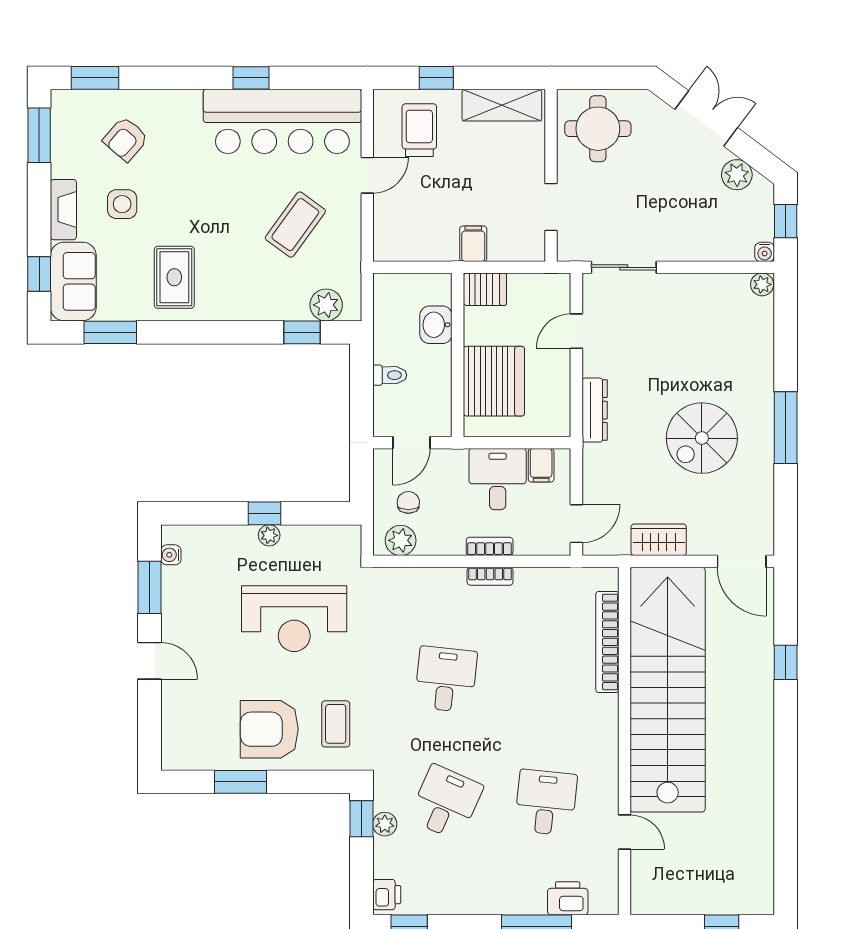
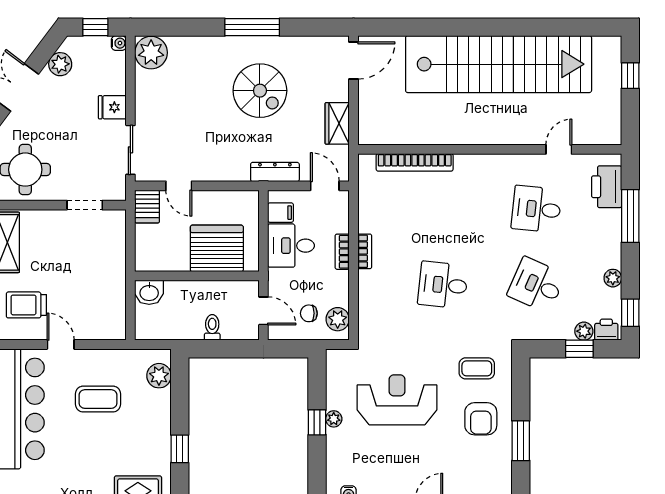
coffee table: (295, 225) -> (98, 399), turned -36
fridge: (680, 243) -> (112, 107), added
filing cabinet: (473, 244) -> (113, 264), removed
plant: (762, 284) -> (151, 53), width x1.87, depth x1.87
server rack: (485, 289) -> (147, 206), moved, turned 180
washbasin: (436, 325) -> (149, 292), moved
window: (302, 332) -> (180, 449), moved
dresser: (595, 410) -> (275, 172), moved
reception desk: (294, 619) -> (397, 400), turned -90
window: (786, 662) -> (430, 27), removed
stairs: (668, 690) -> (499, 64), moved, turned 180
armchair: (269, 729) -> (481, 419), width x0.73, depth x0.73
window: (362, 819) -> (579, 349), moved
plant: (385, 824) -> (584, 331), moved
printer: (568, 898) -> (607, 187), width x1.37, depth x1.19
plant: (455, 903) -> (613, 278), added

